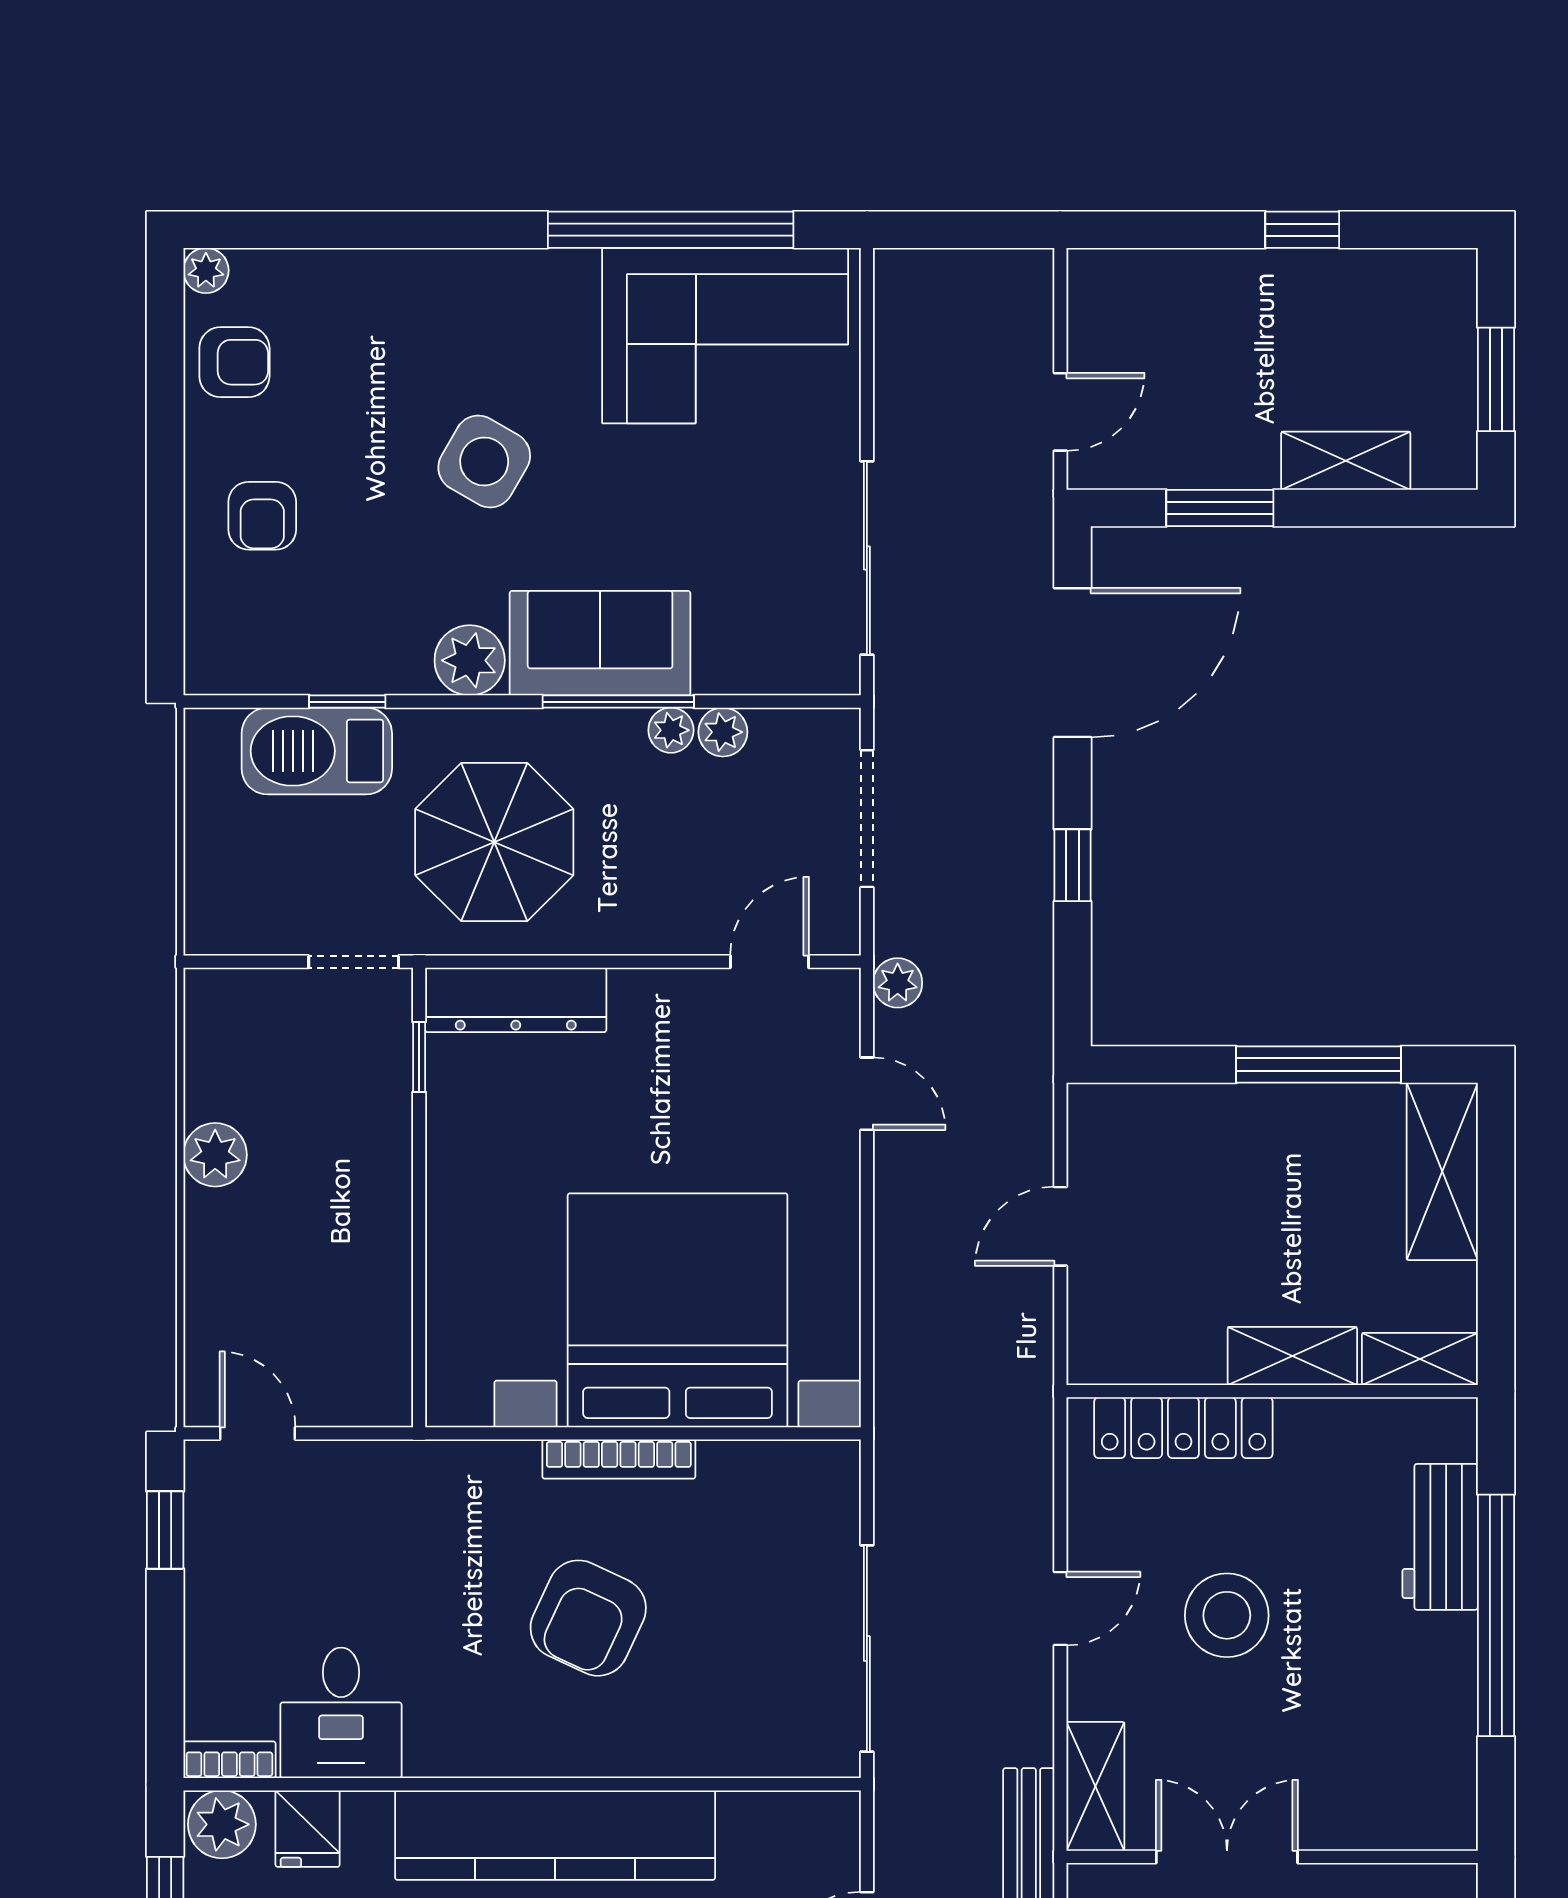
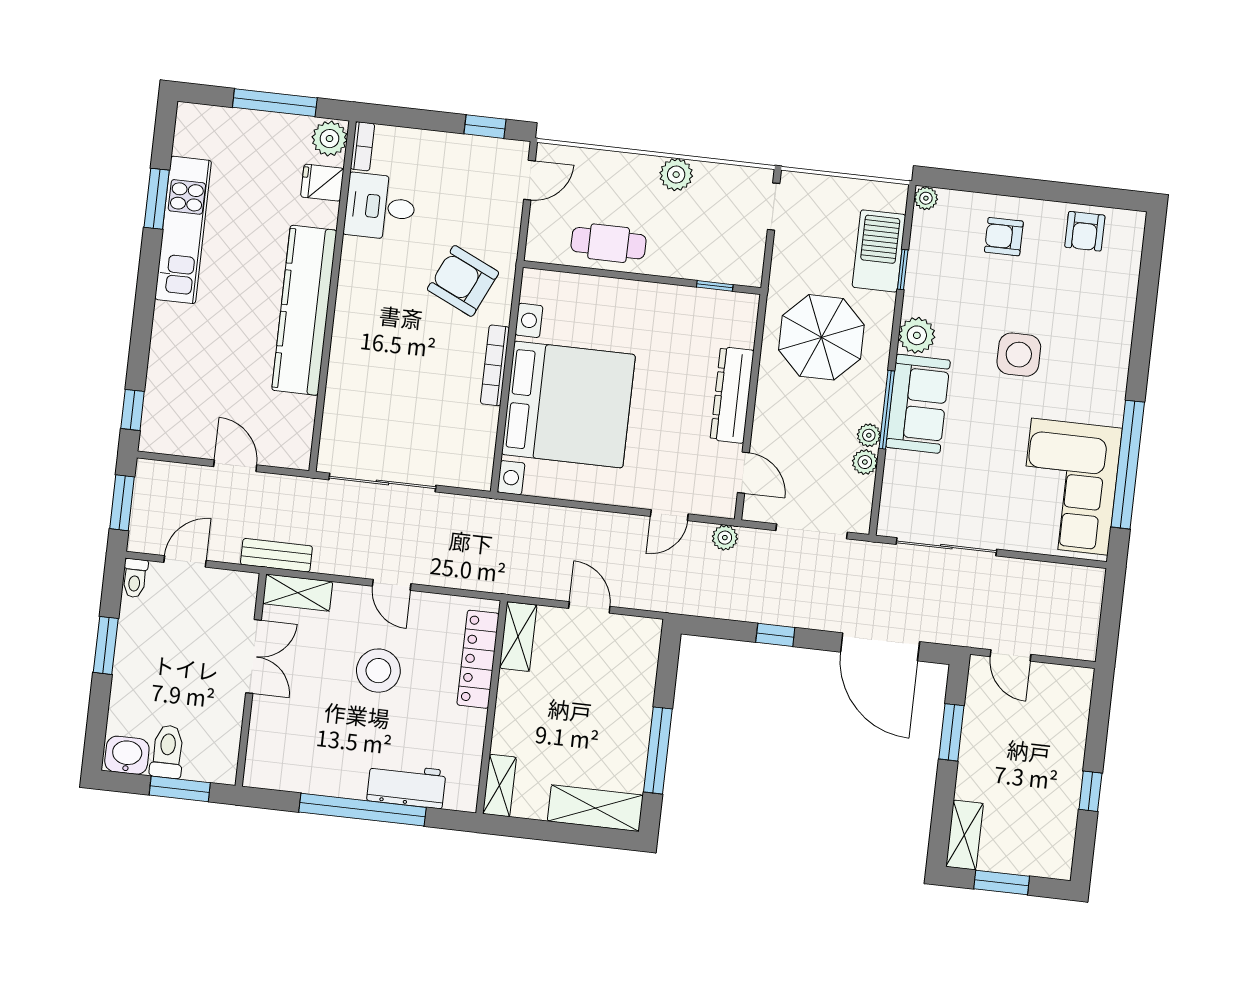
plant: (206, 270) -> (926, 198), moved
shelving: (1346, 461) -> (964, 835), moved
side table: (484, 462) -> (1019, 355), turned -30
doorway: (354, 962) -> (774, 207), moved
dresser: (516, 1000) -> (732, 395), moved
cafe table: (361, 1269) -> (609, 243), added
shelving: (1292, 1356) -> (518, 637), moved
armchair: (588, 1618) -> (463, 281), moved

